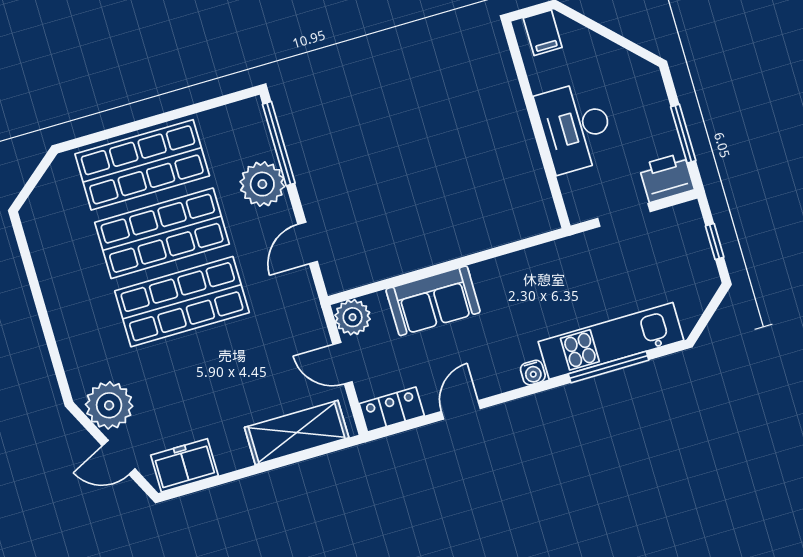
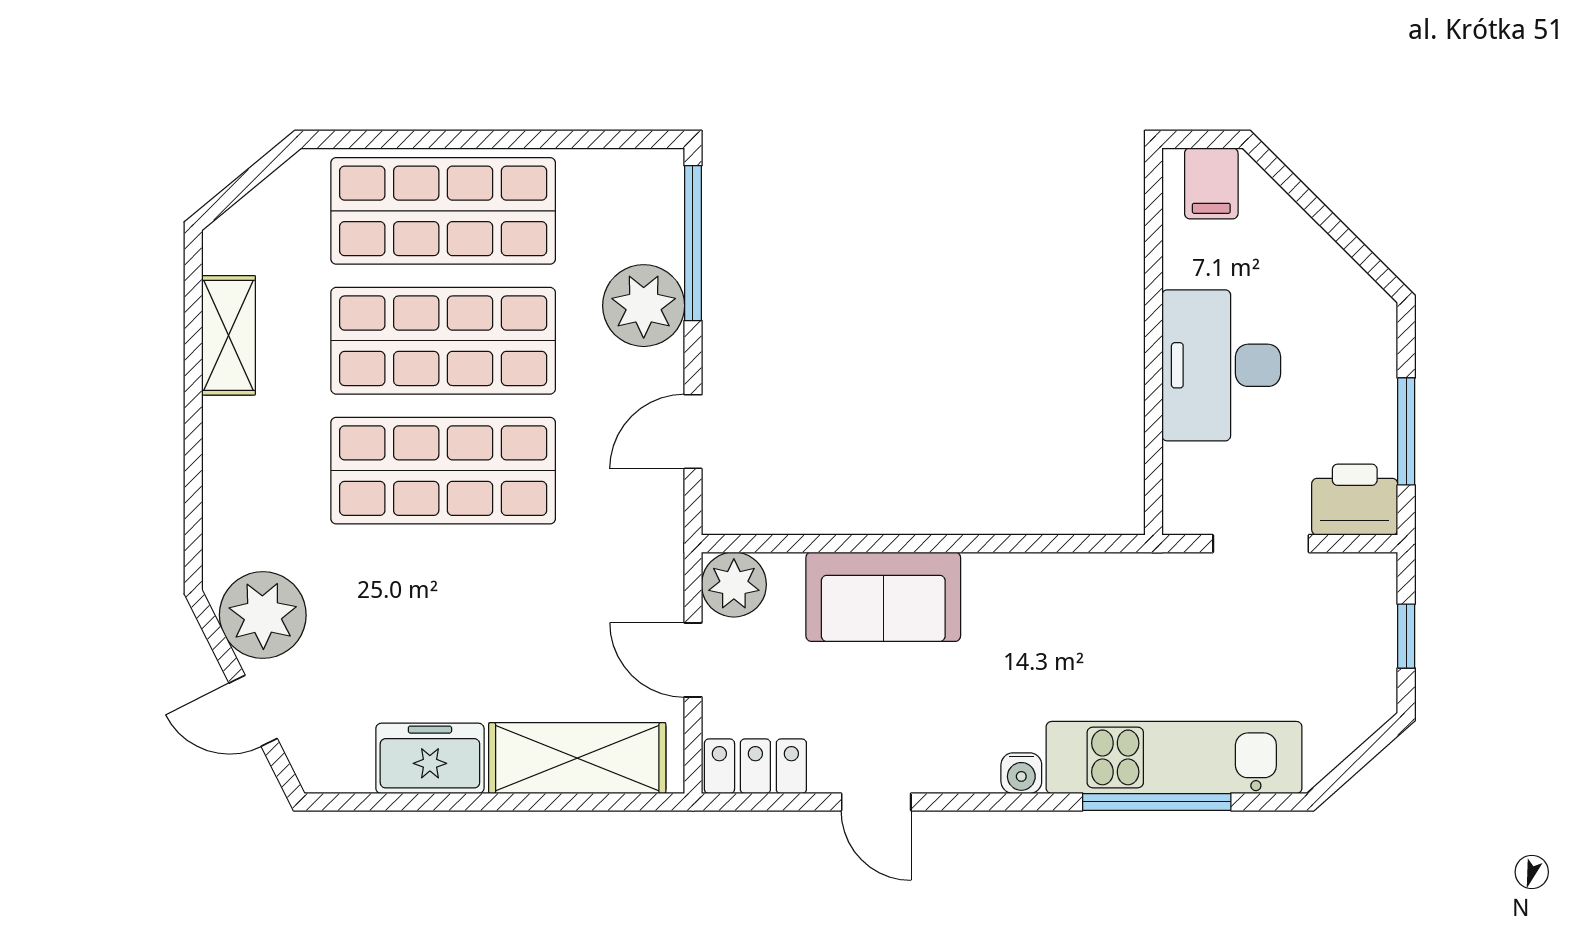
shelving: (48, 263) -> (229, 335), added
door: (461, 410) -> (876, 802), swing flipped
freezer: (184, 465) -> (430, 758), moved

